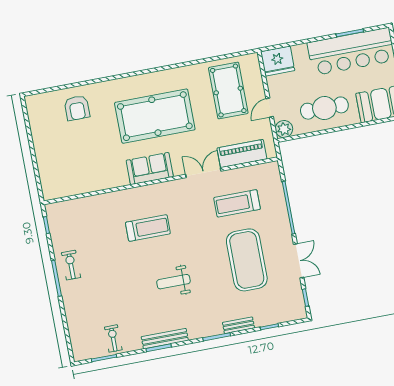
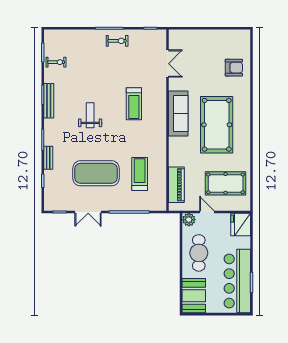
armchair: (77, 108) -> (234, 68), turned 180
sofa: (150, 169) -> (178, 114), width x1.36
double door: (203, 173) -> (167, 64), moved

